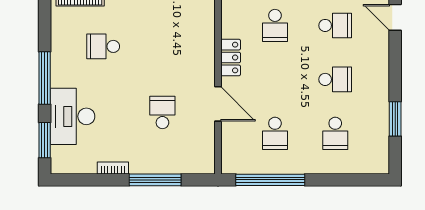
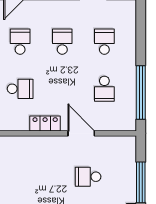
door: (218, 104) -> (81, 133), hinge flipped
school desk: (275, 133) -> (104, 89), turned 90
school desk: (335, 133) -> (104, 42), turned -90

